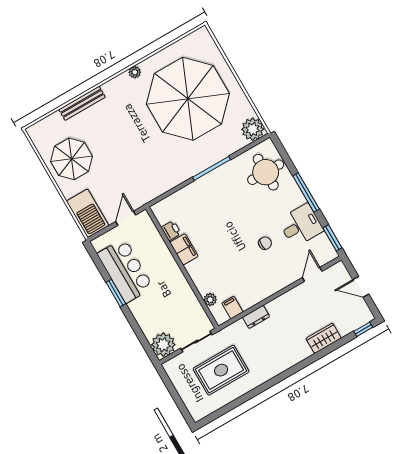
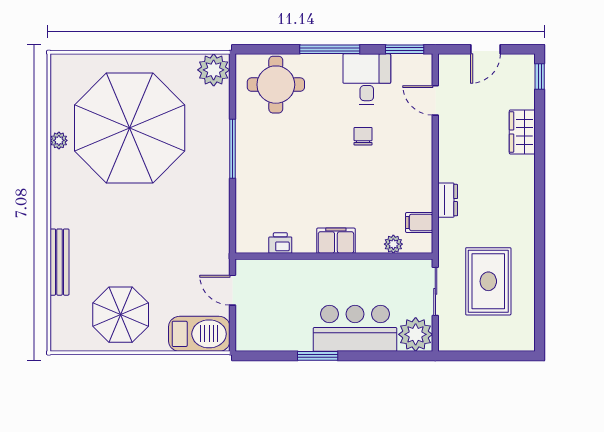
plant: (135, 72) -> (59, 140), moved
filing cabinet: (184, 249) -> (336, 241), moved
bar counter: (125, 271) -> (355, 328), moved

